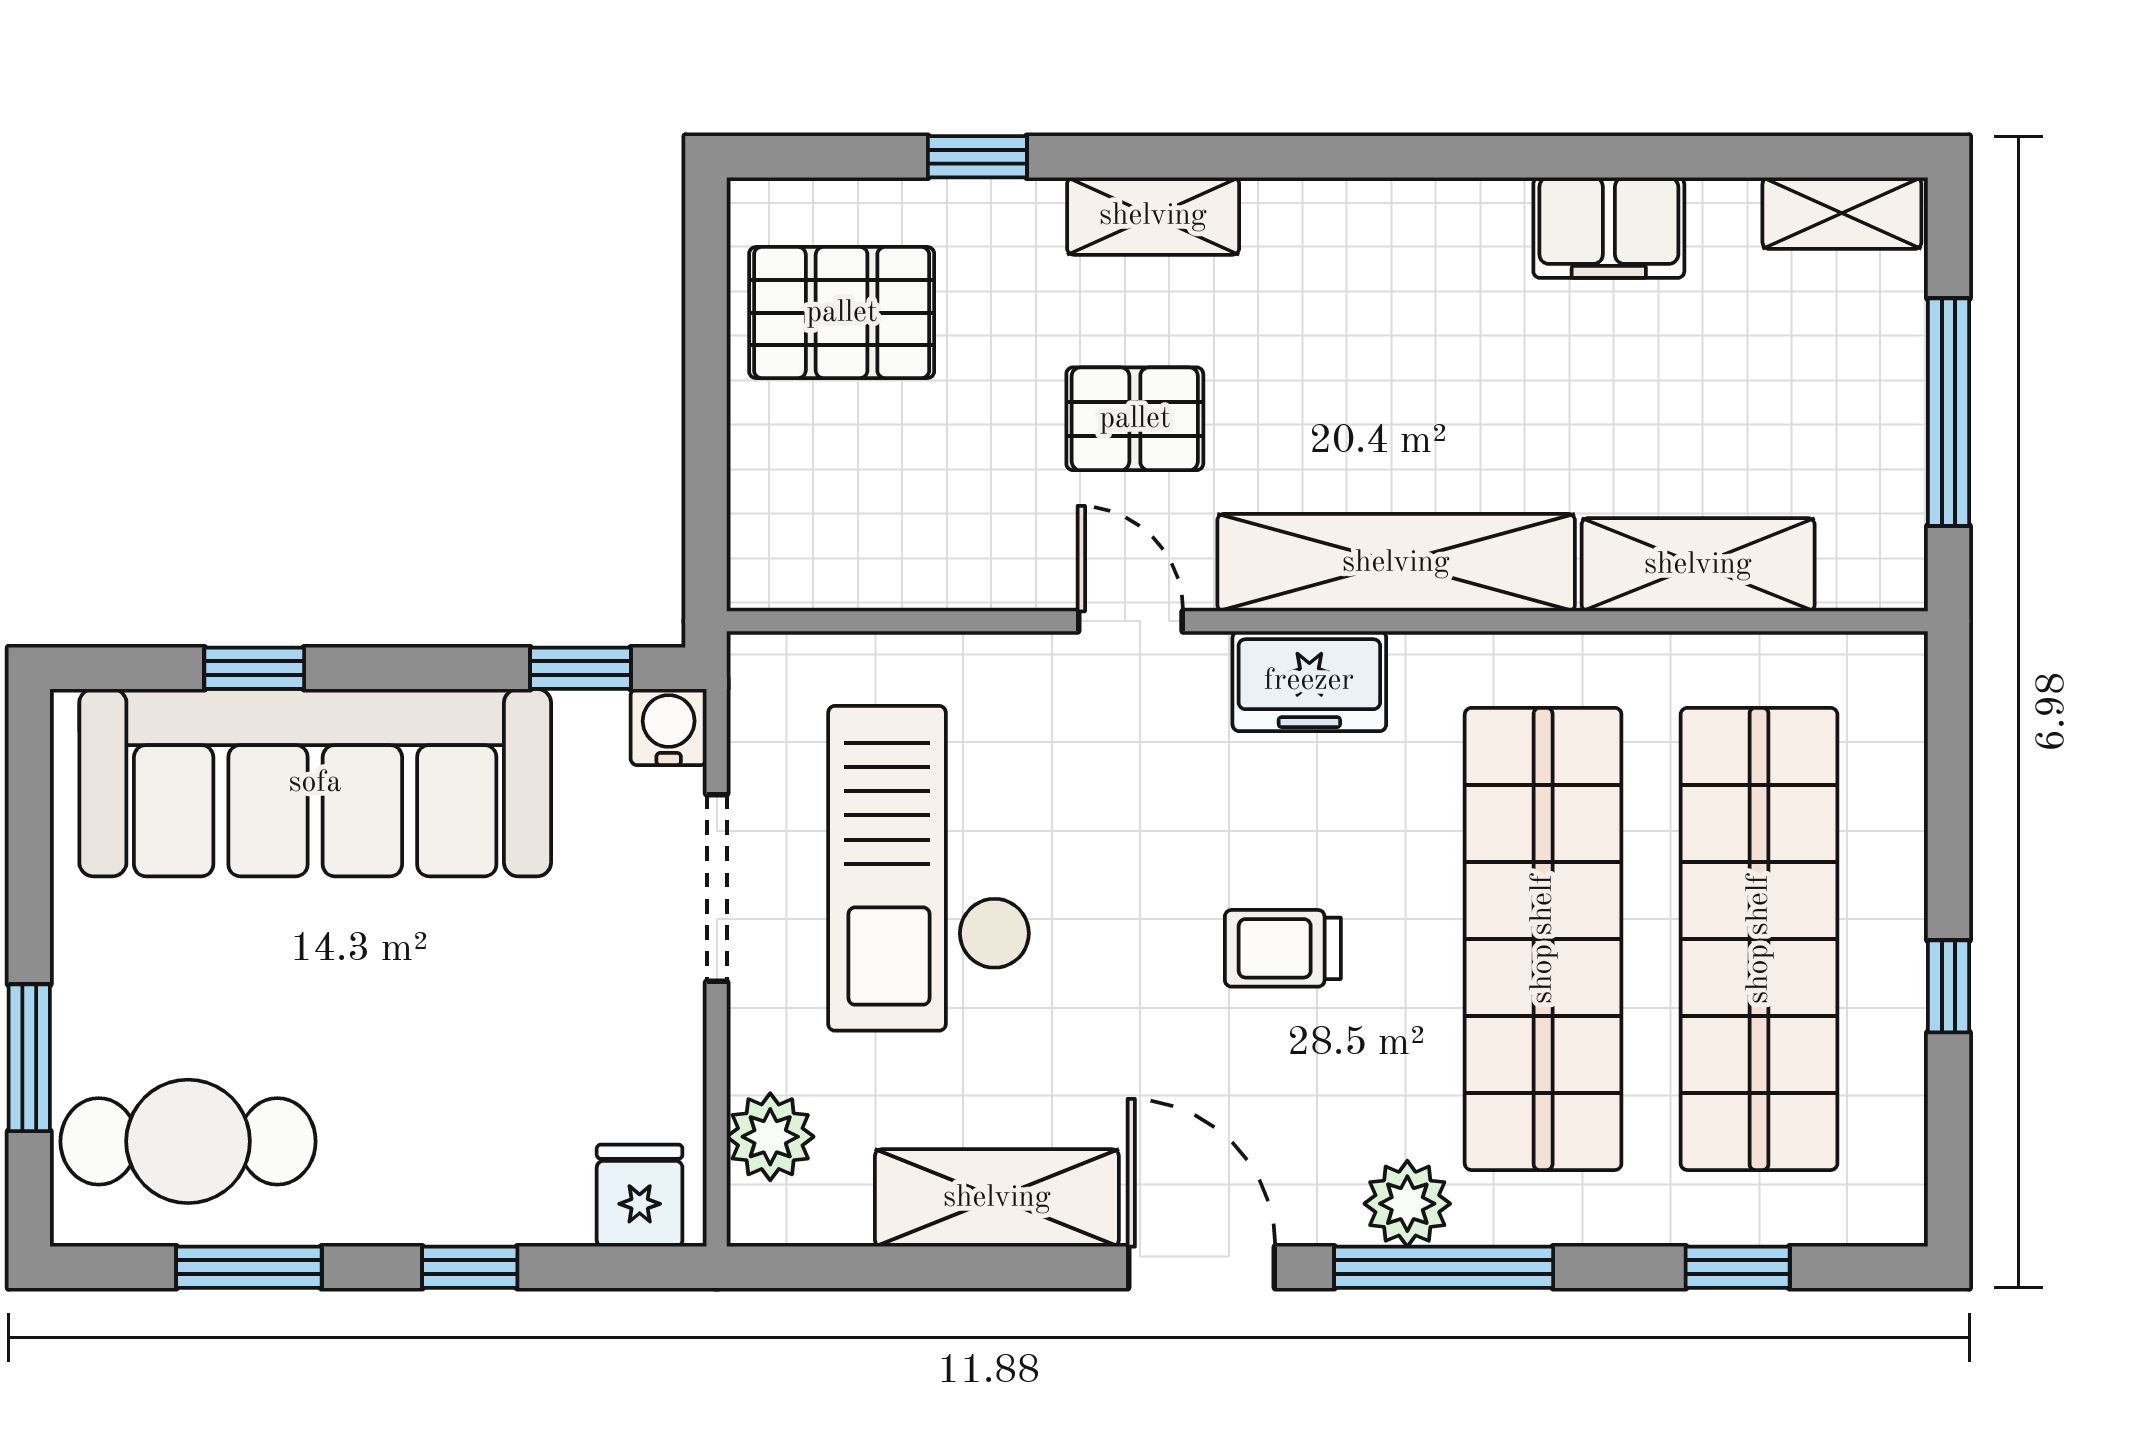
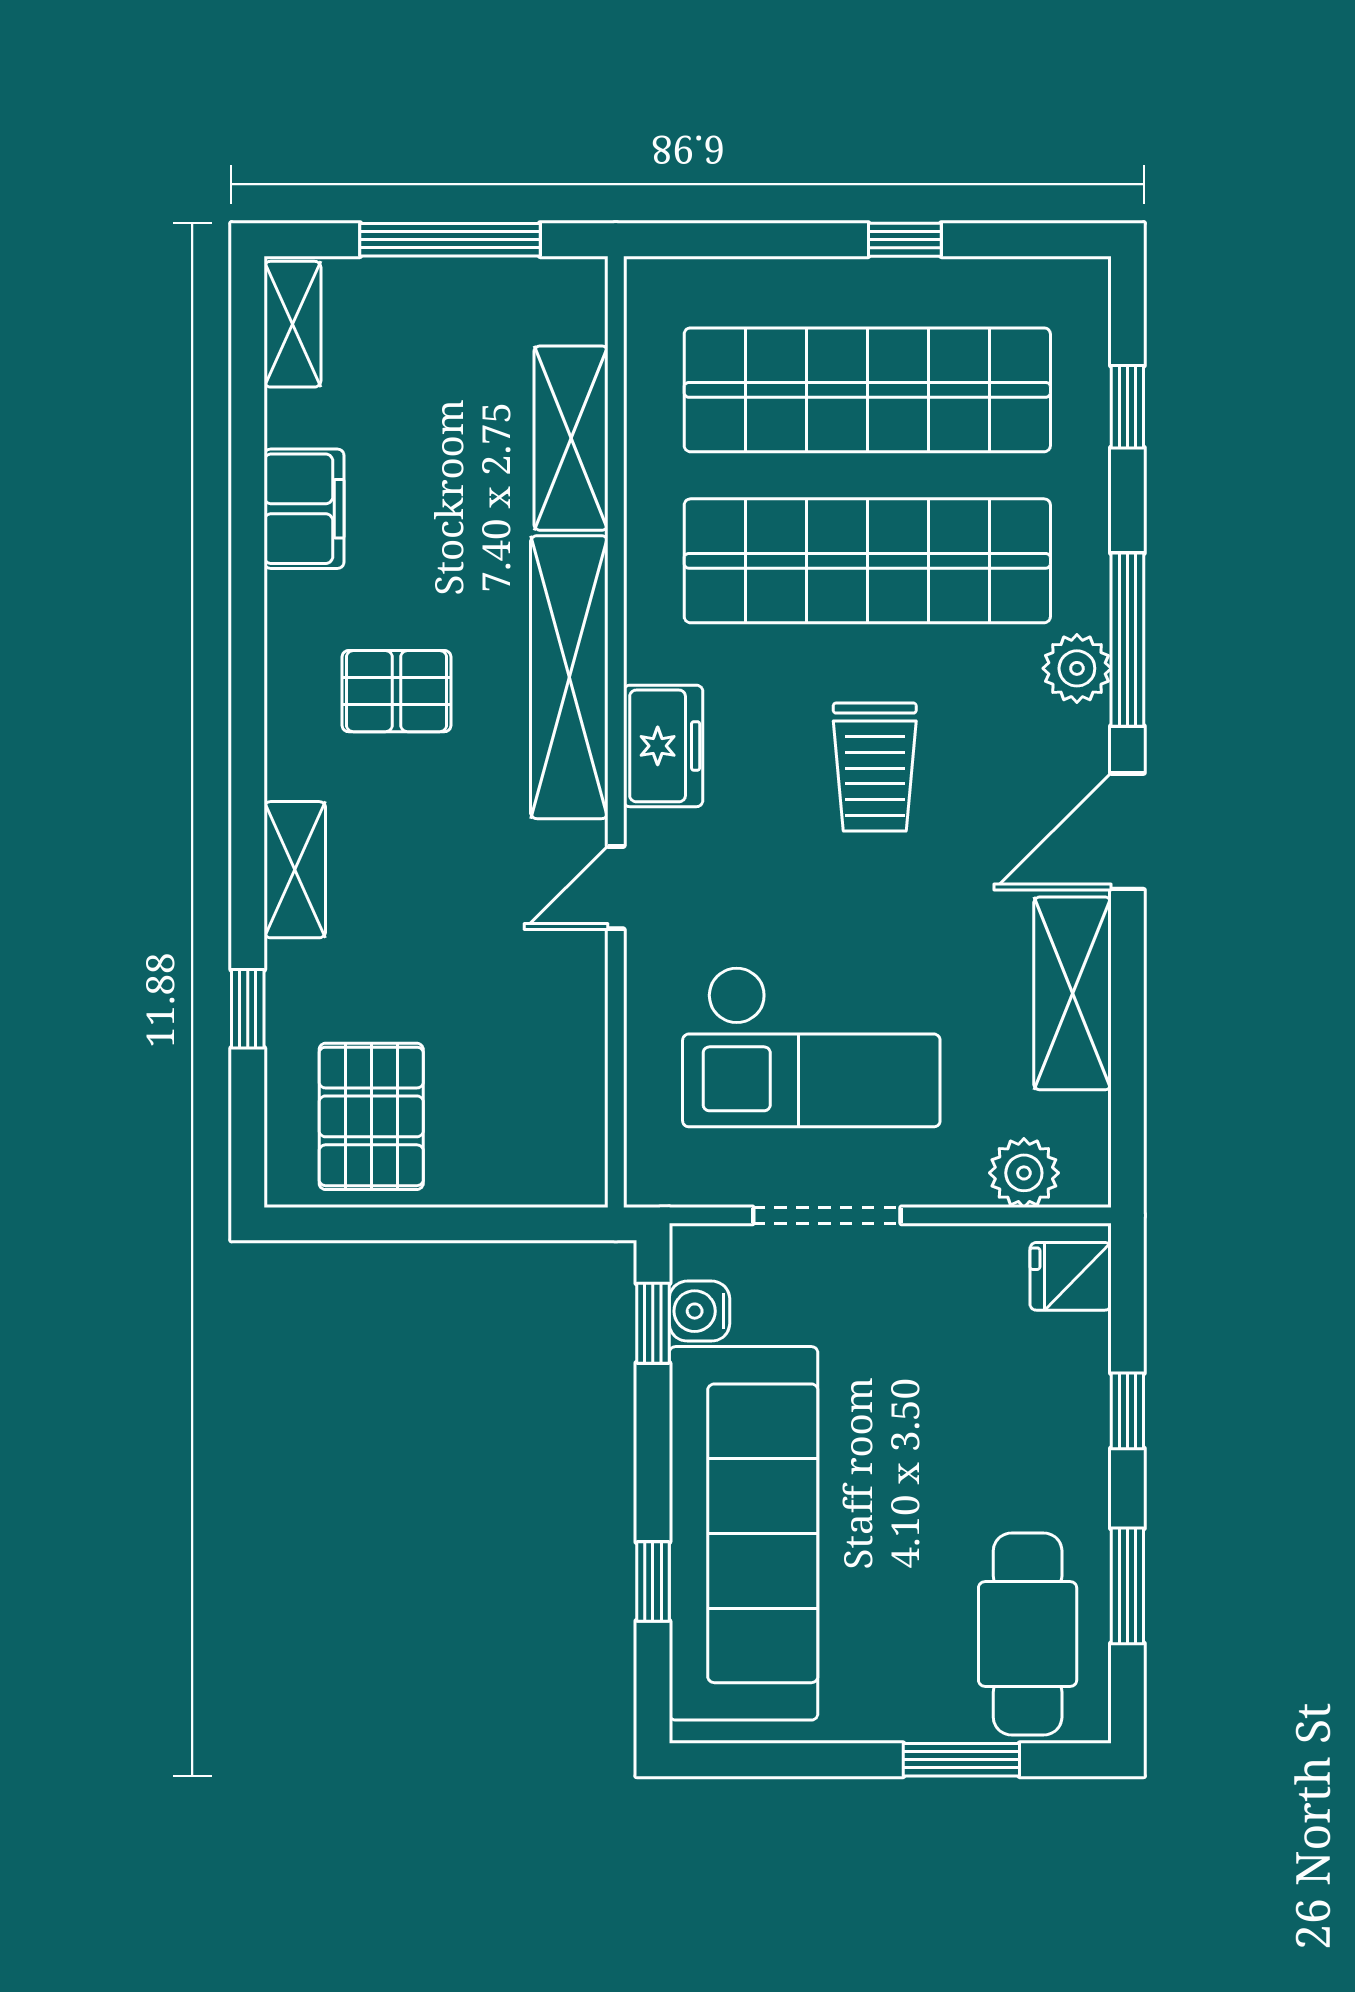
pallet: (1135, 419) -> (397, 691), moved, turned 90
water cooler: (669, 727) -> (699, 1311), moved
trolley: (1283, 948) -> (875, 767), width x1.36, depth x1.39

